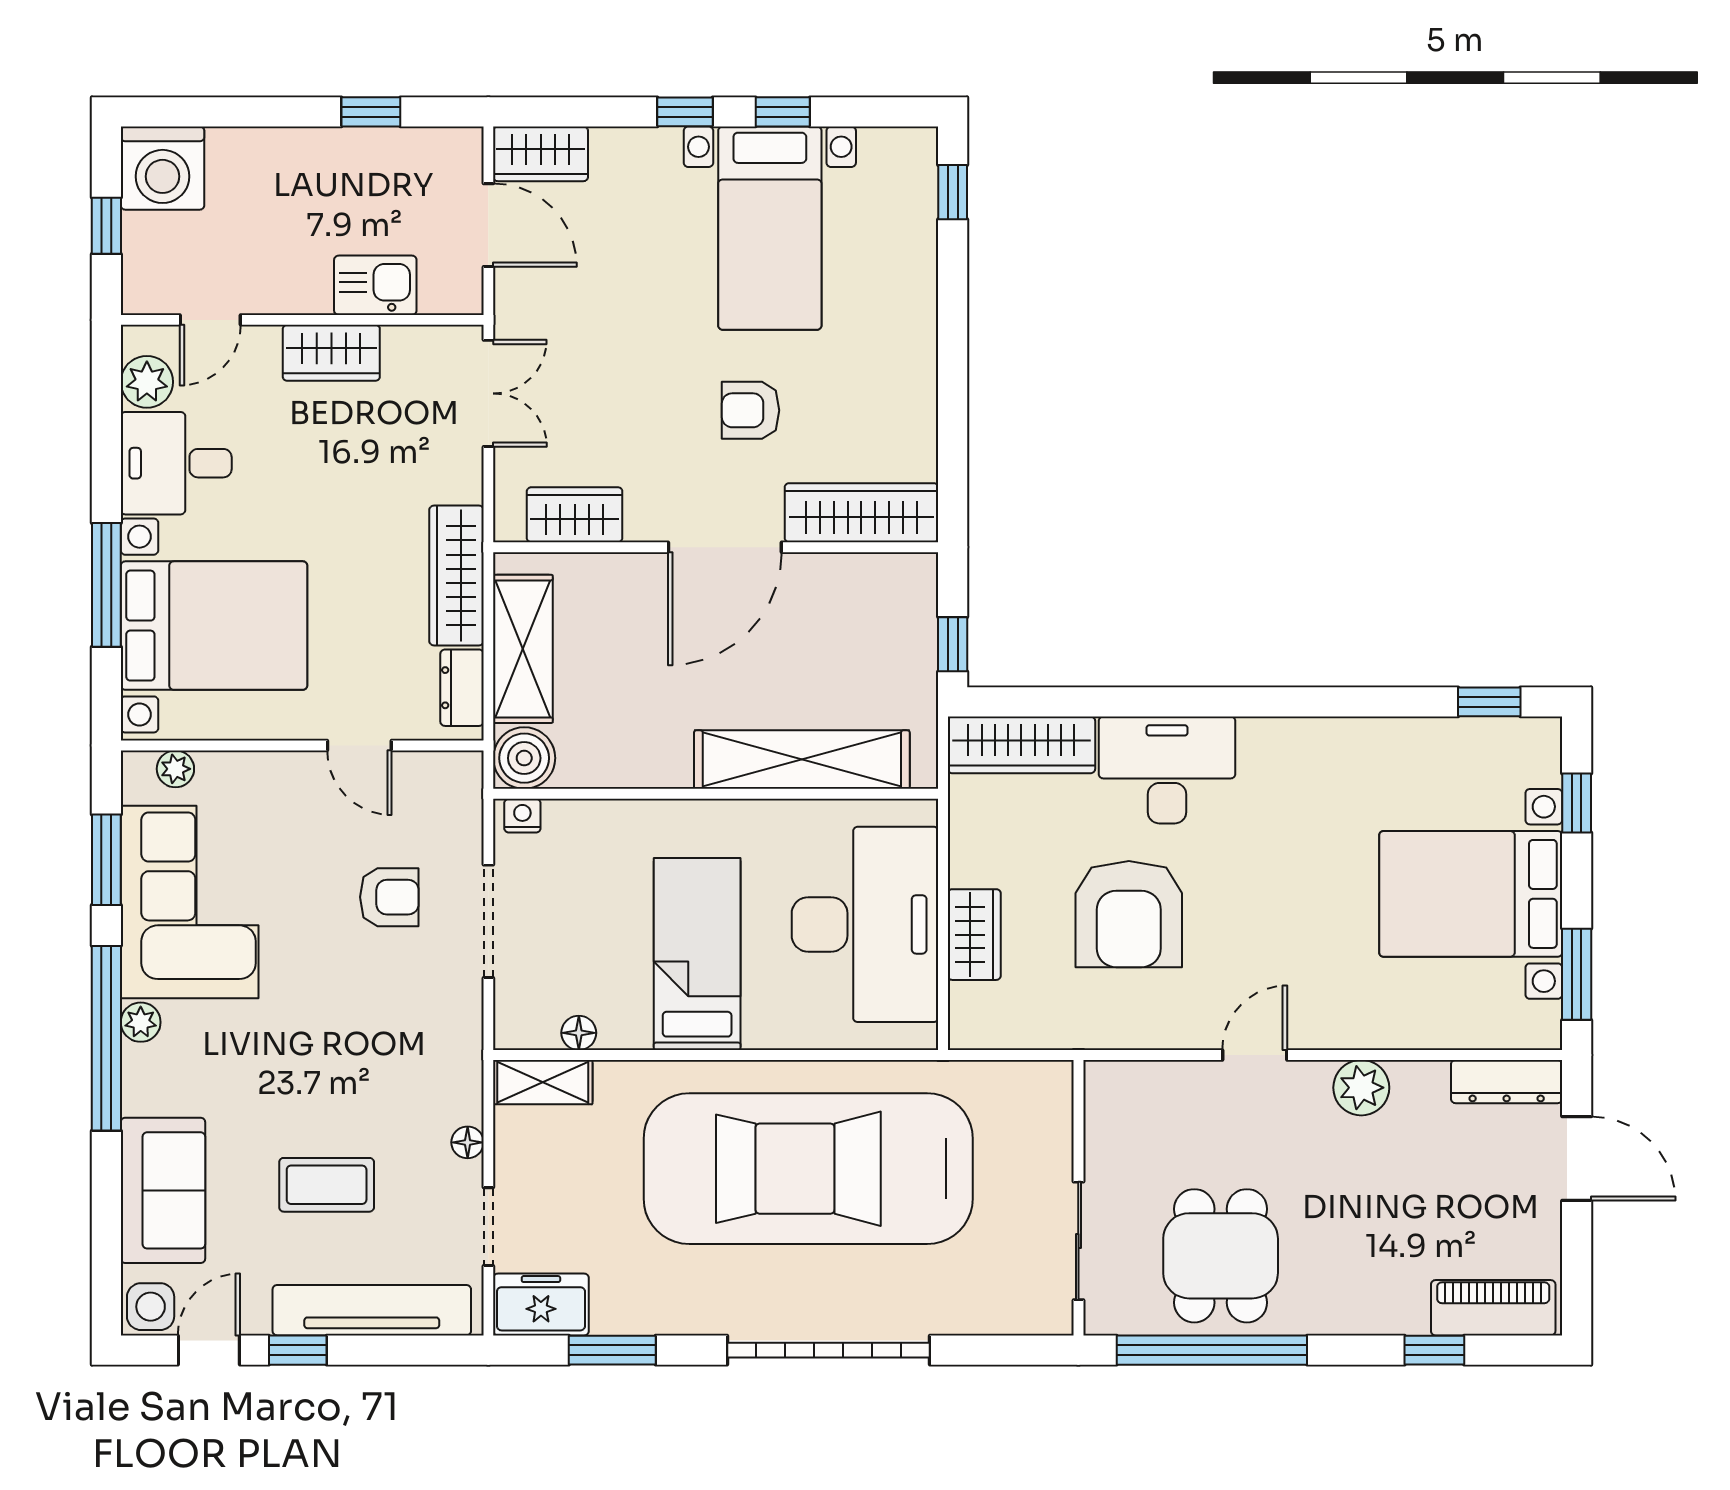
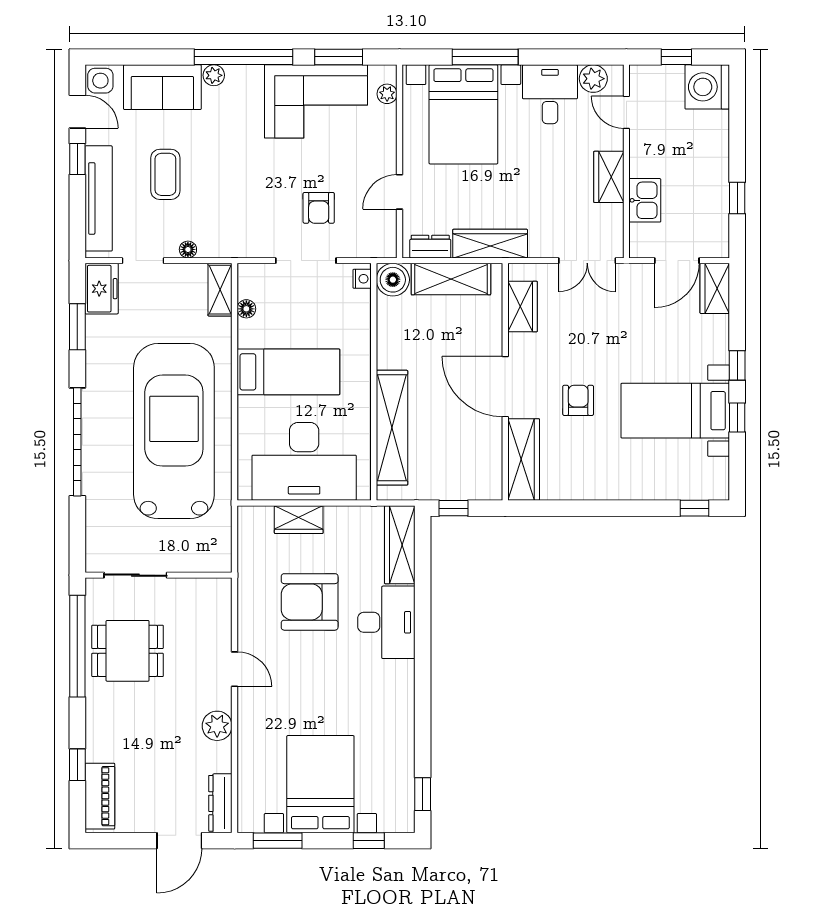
plant: (141, 1022) -> (214, 75), moved

